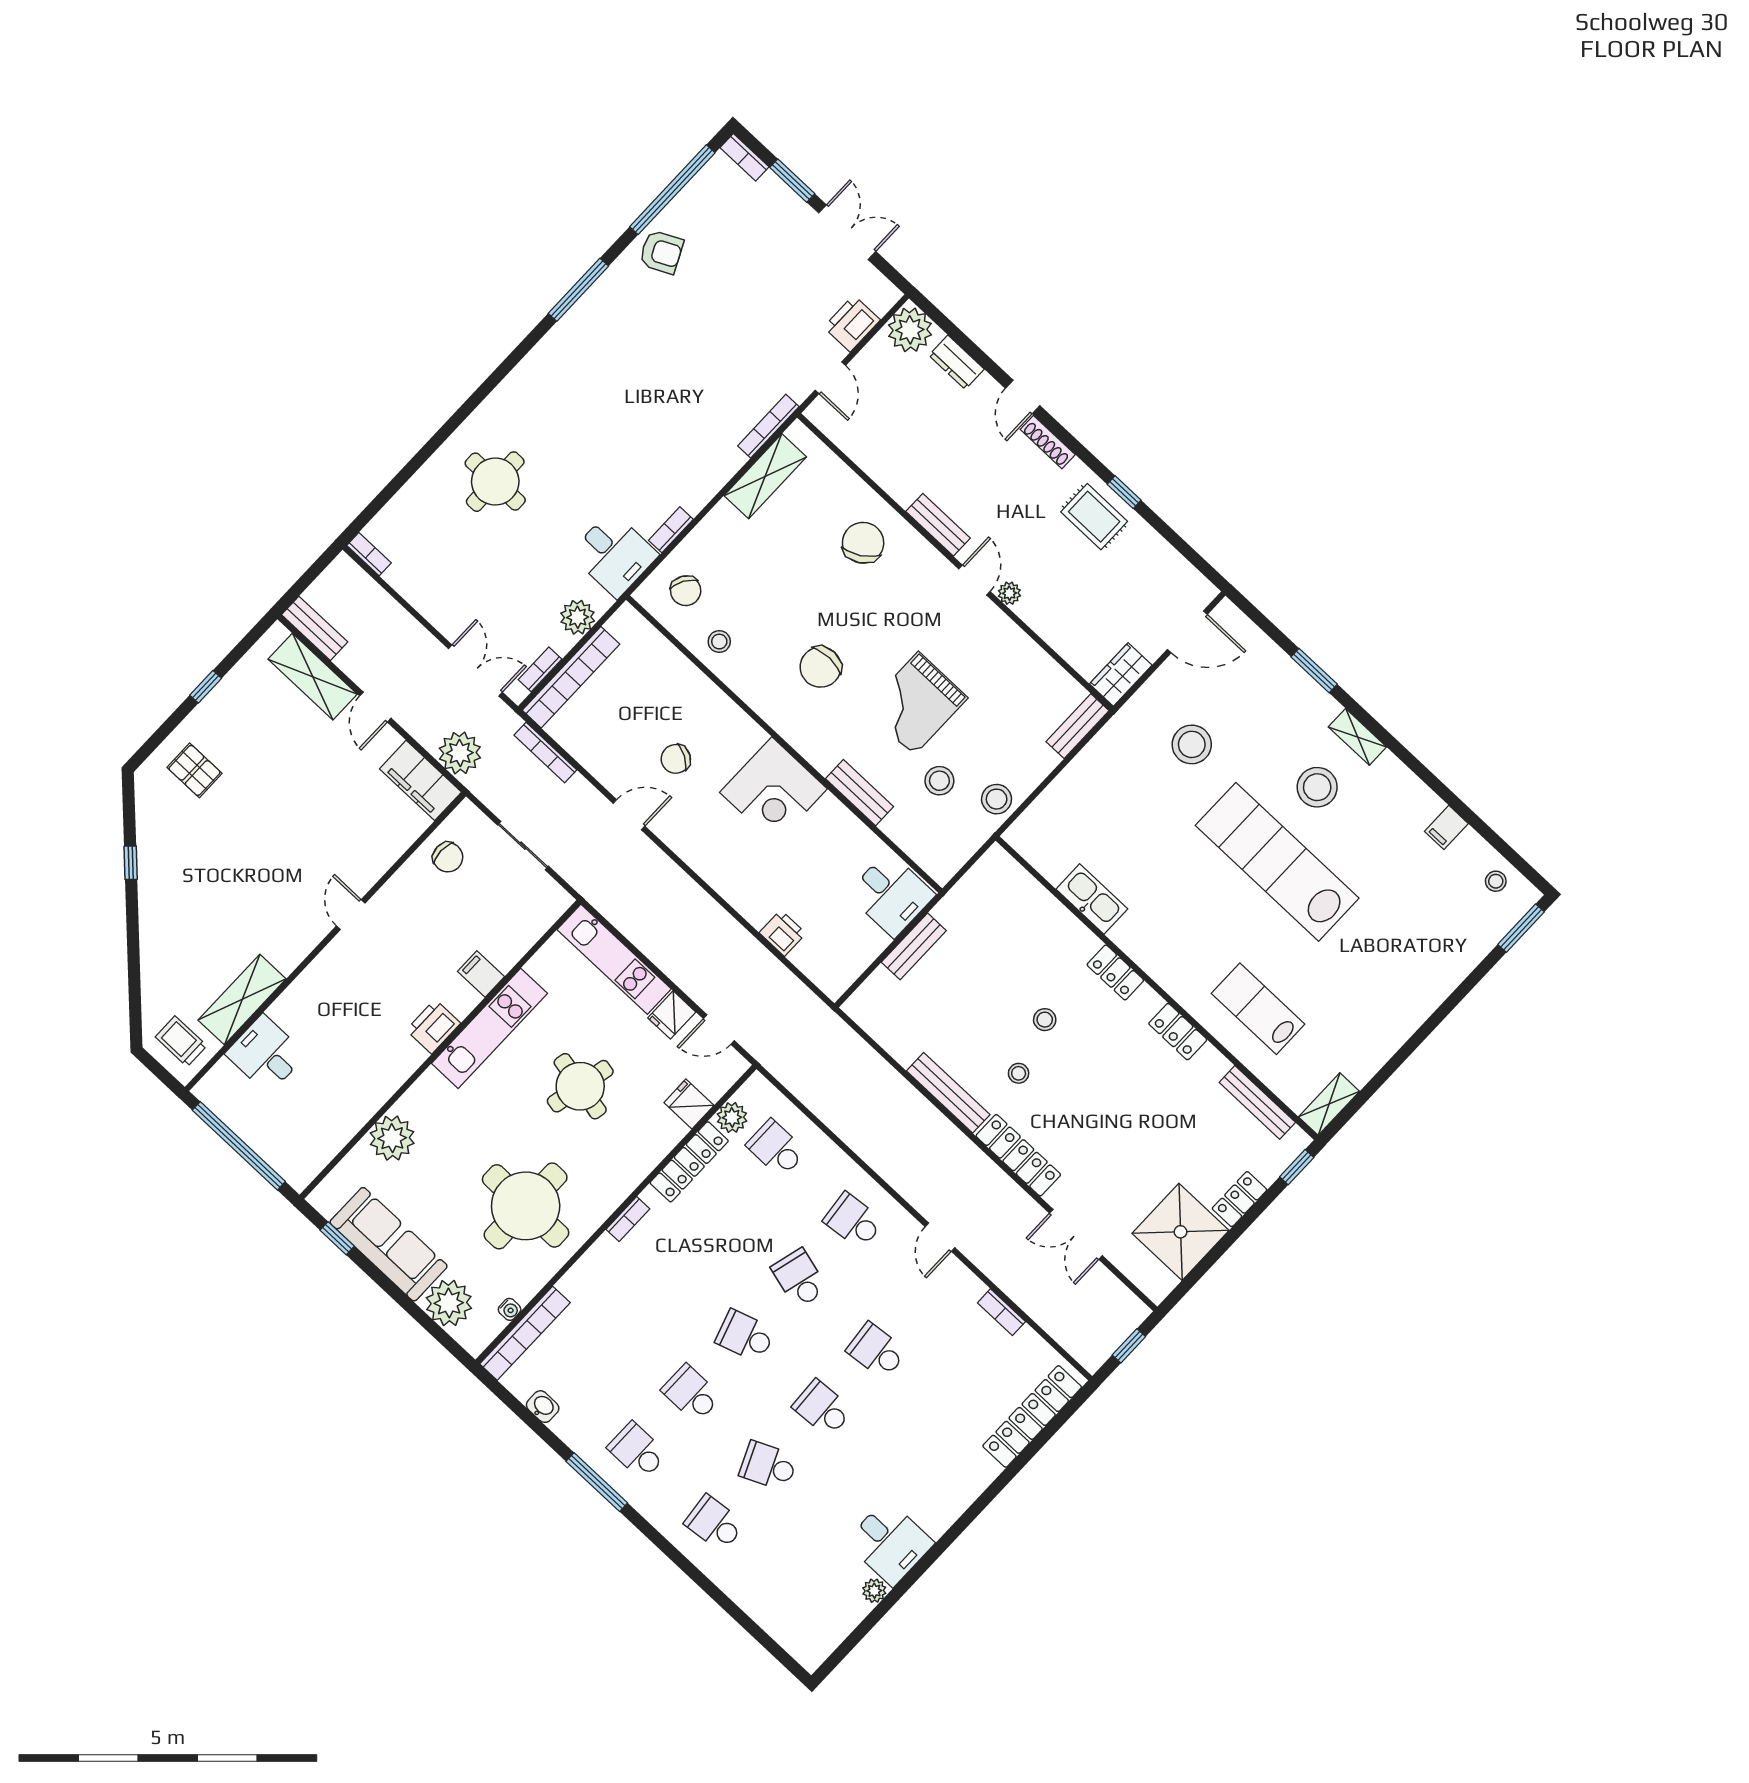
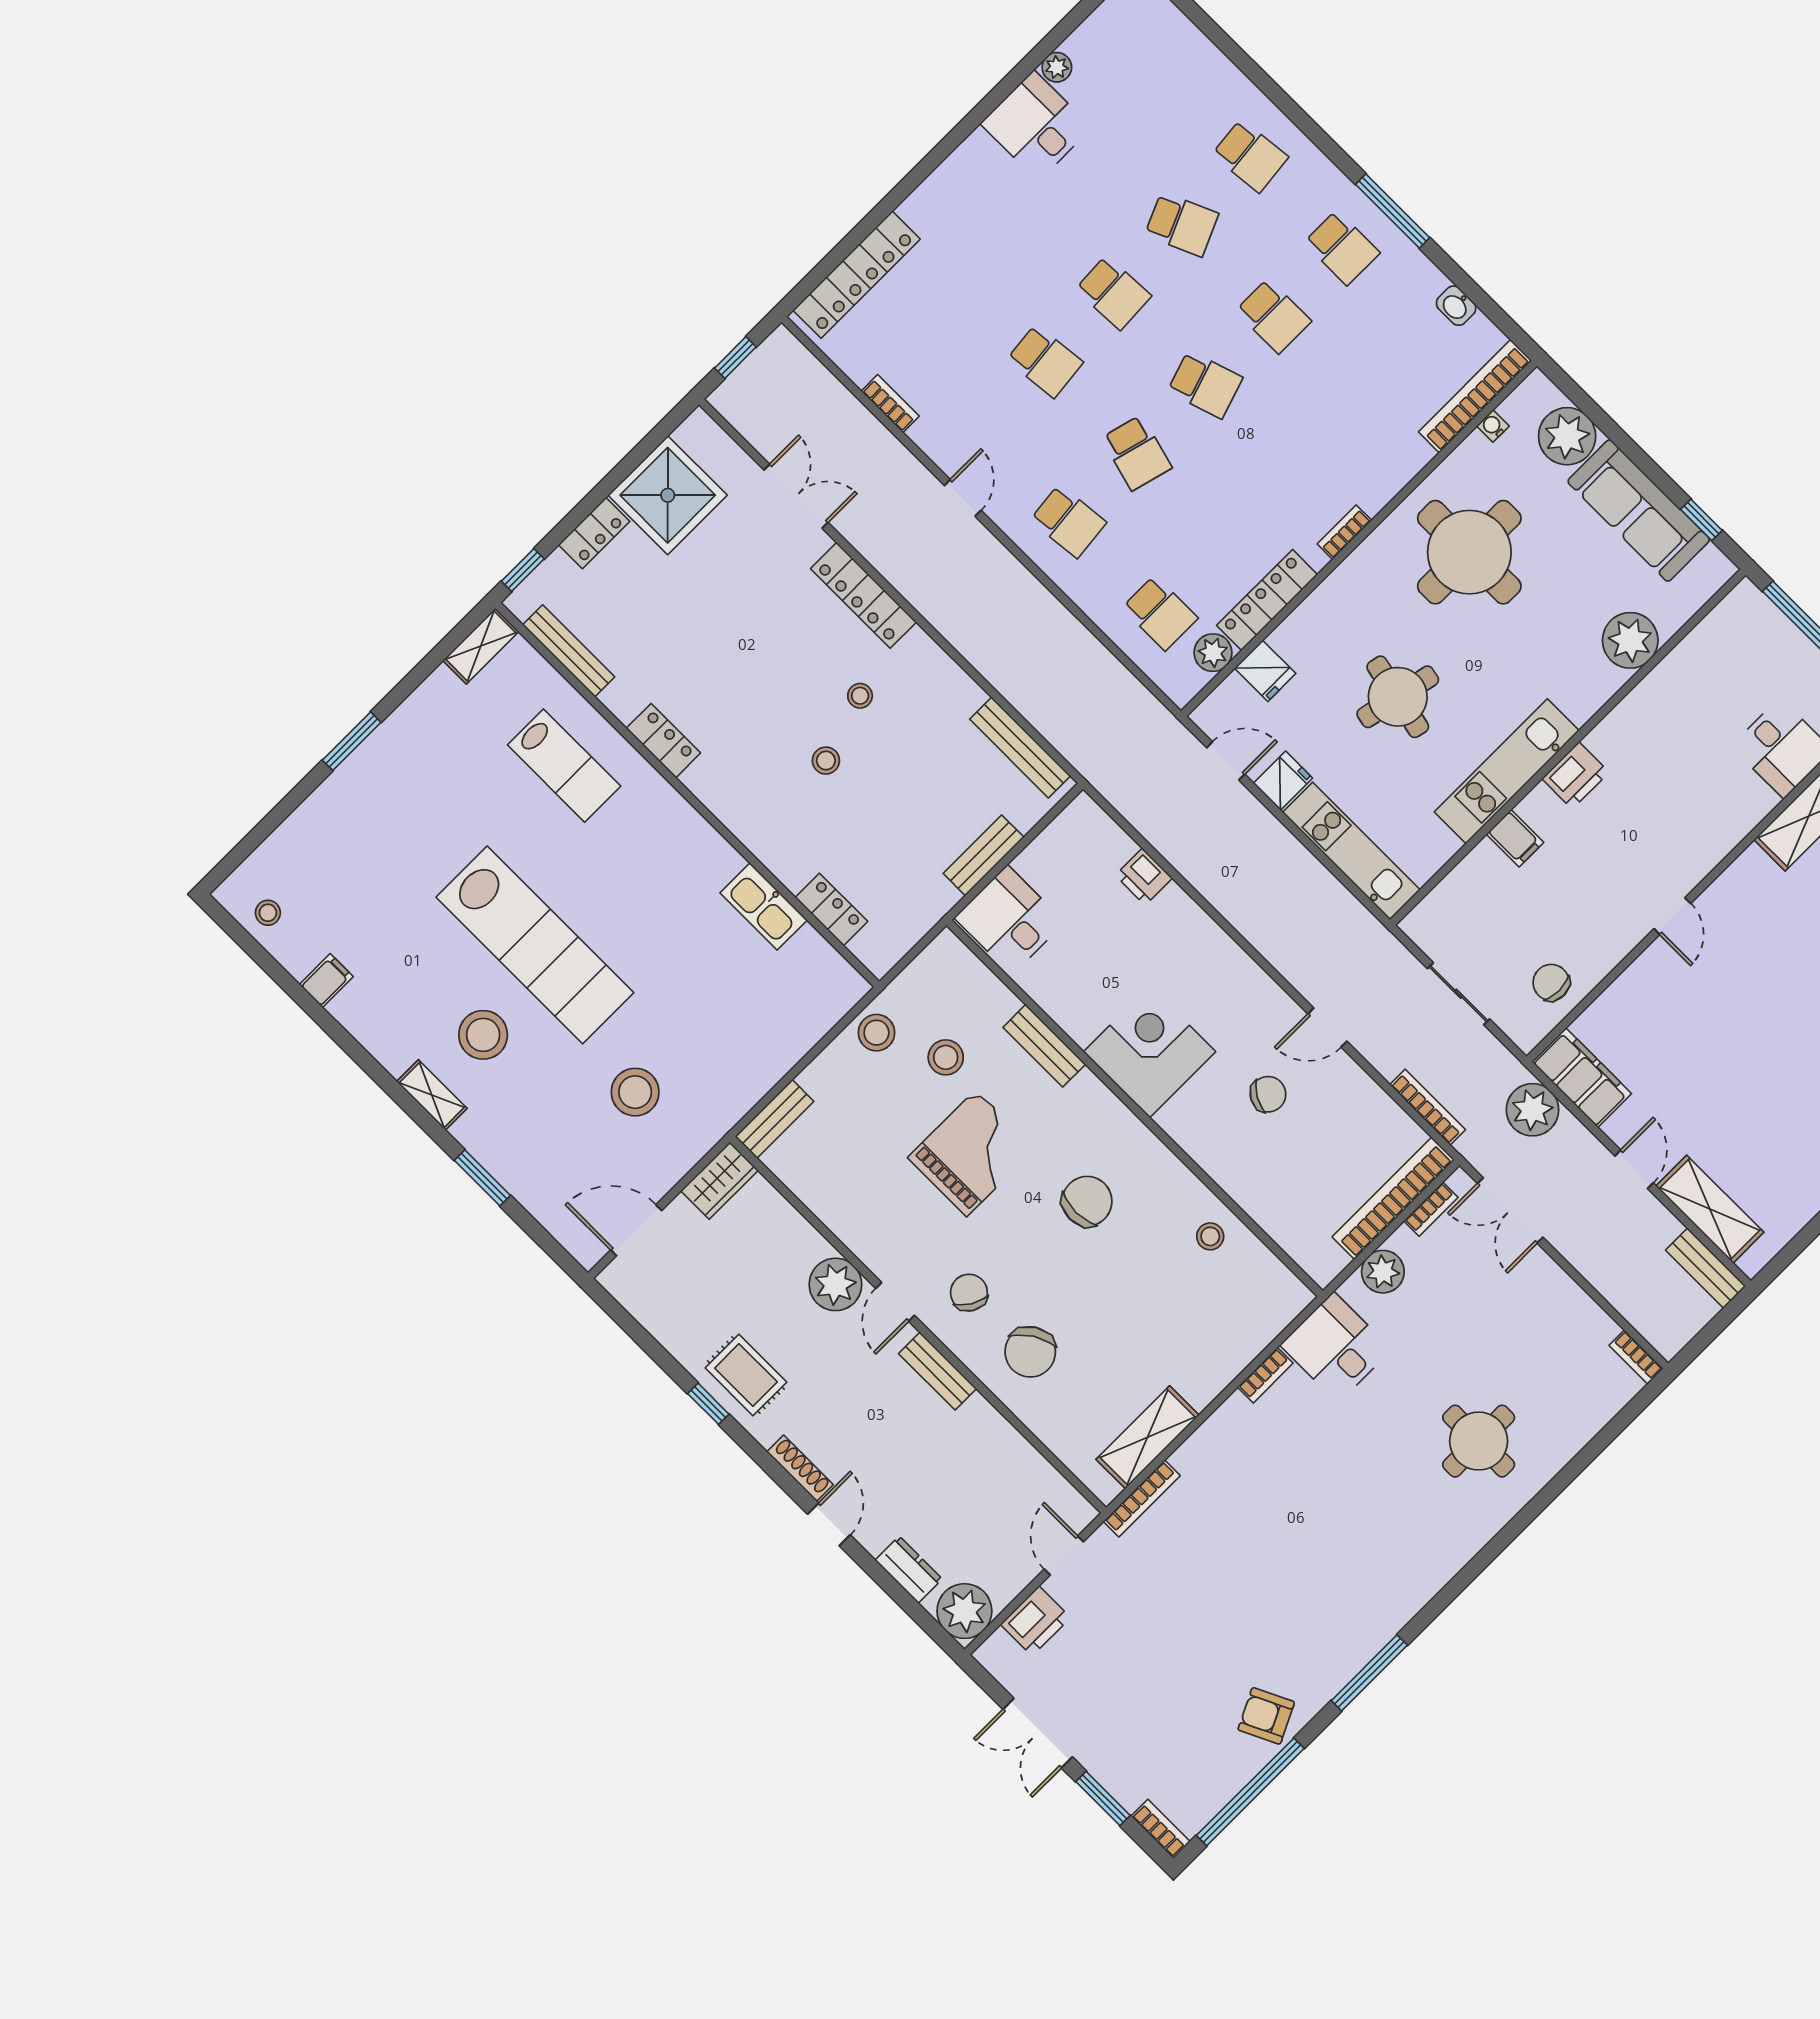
chair: (686, 591) -> (969, 1293), moved
plant: (1009, 593) -> (835, 1284), width x1.88, depth x1.88
window: (1521, 928) -> (352, 741), moved
locker: (1115, 972) -> (831, 909), moved
bench: (948, 1093) -> (1020, 748), moved

